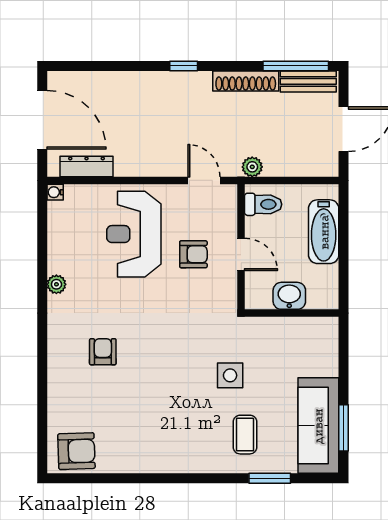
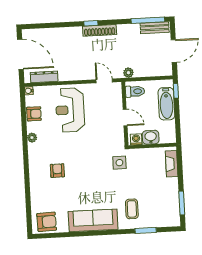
shoe rack: (246, 81) -> (100, 30), moved
window: (344, 207) -> (176, 91), added
armchair: (193, 254) -> (34, 114), moved
washing machine: (260, 299) -> (136, 139), added
fireplace: (328, 350) -> (172, 164), added
side table: (230, 375) -> (119, 163), moved
sofa: (318, 426) -> (93, 220), moved, turned 90

